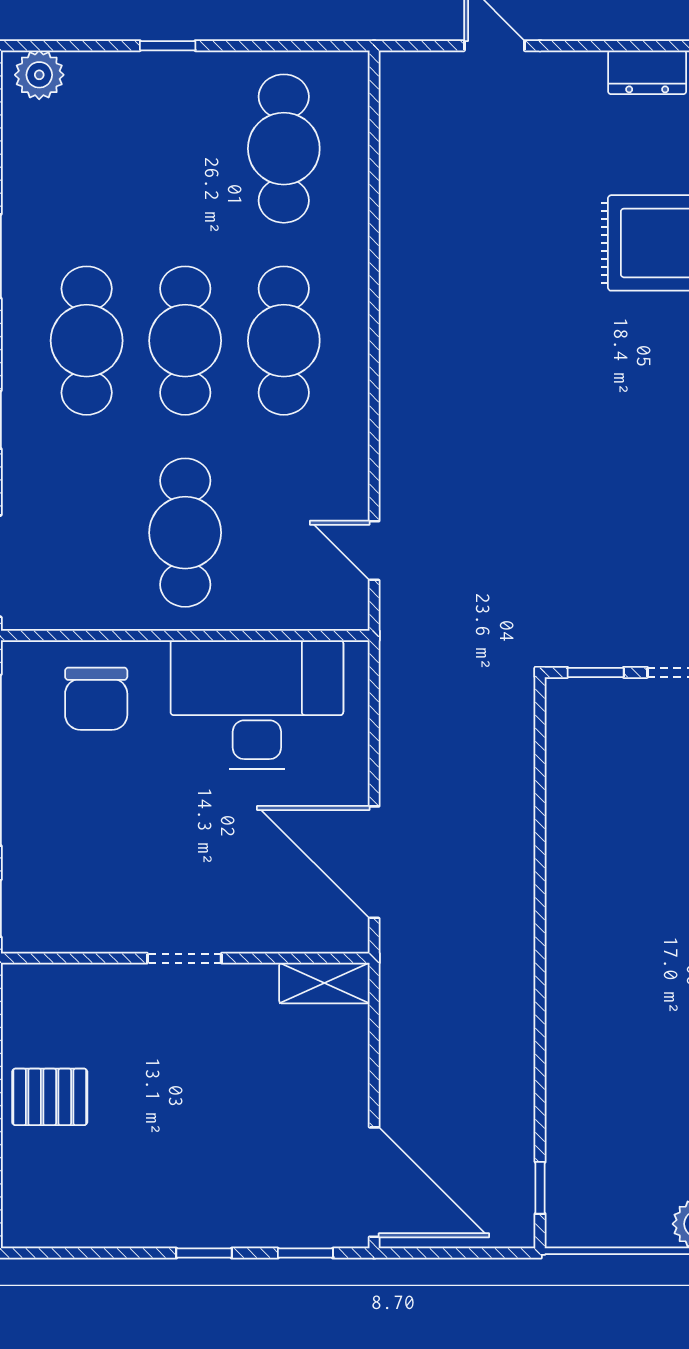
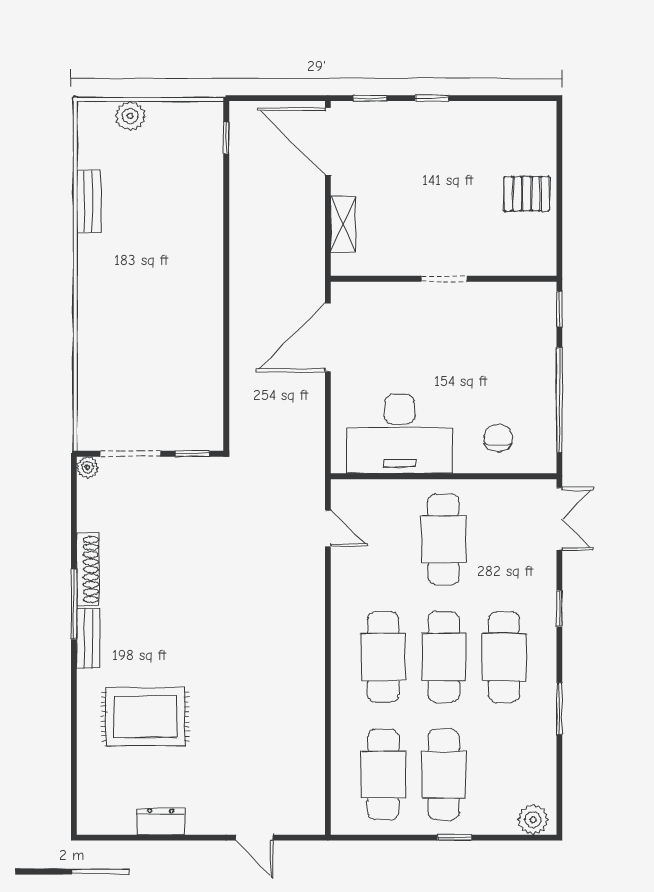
cafe table: (185, 149) -> (444, 775), added
chair: (96, 699) -> (498, 438), width x0.73, depth x0.73
door: (374, 862) -> (328, 337), swing flipped
shelving: (324, 983) -> (343, 224), moved, turned 90

